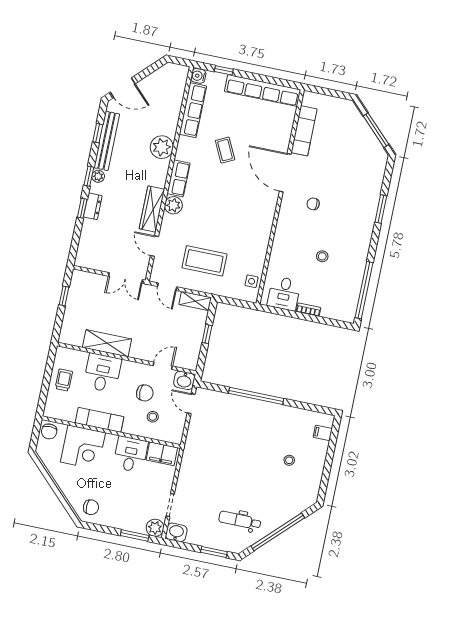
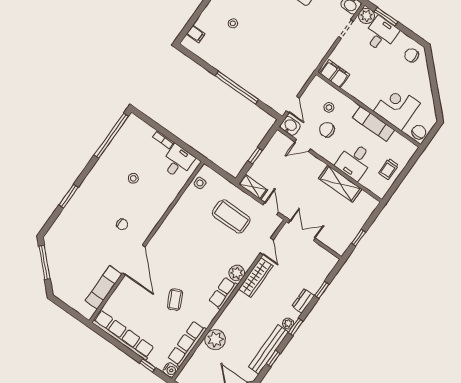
plant: (162, 147) -> (215, 340), moved
window: (82, 208) -> (322, 290), moved
desk: (131, 454) -> (381, 34), moved, turned 180

